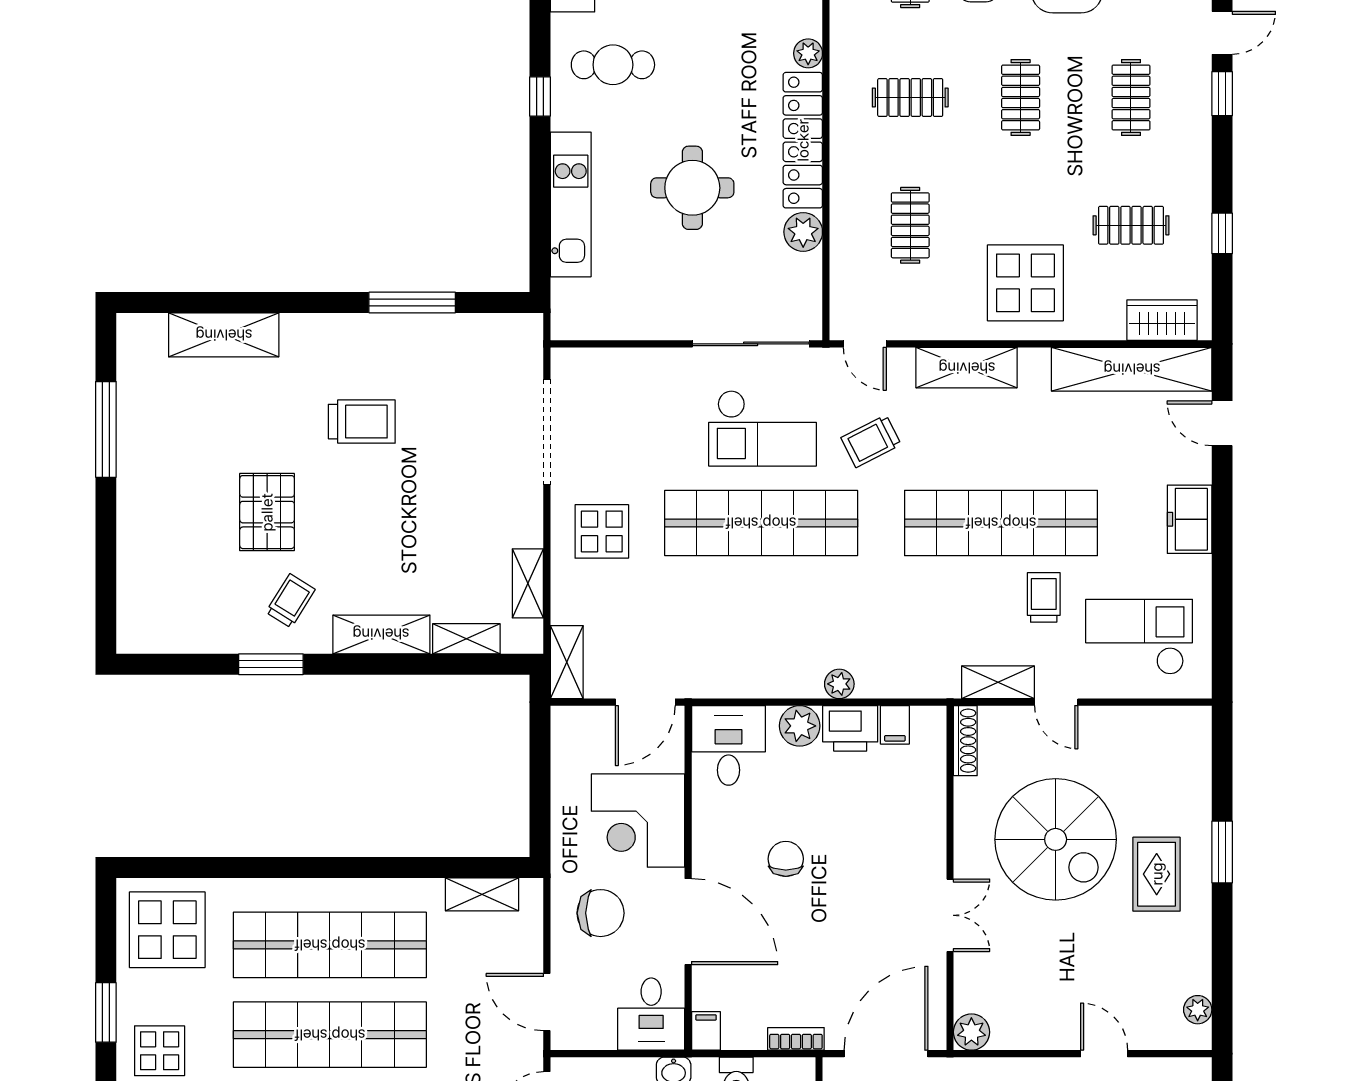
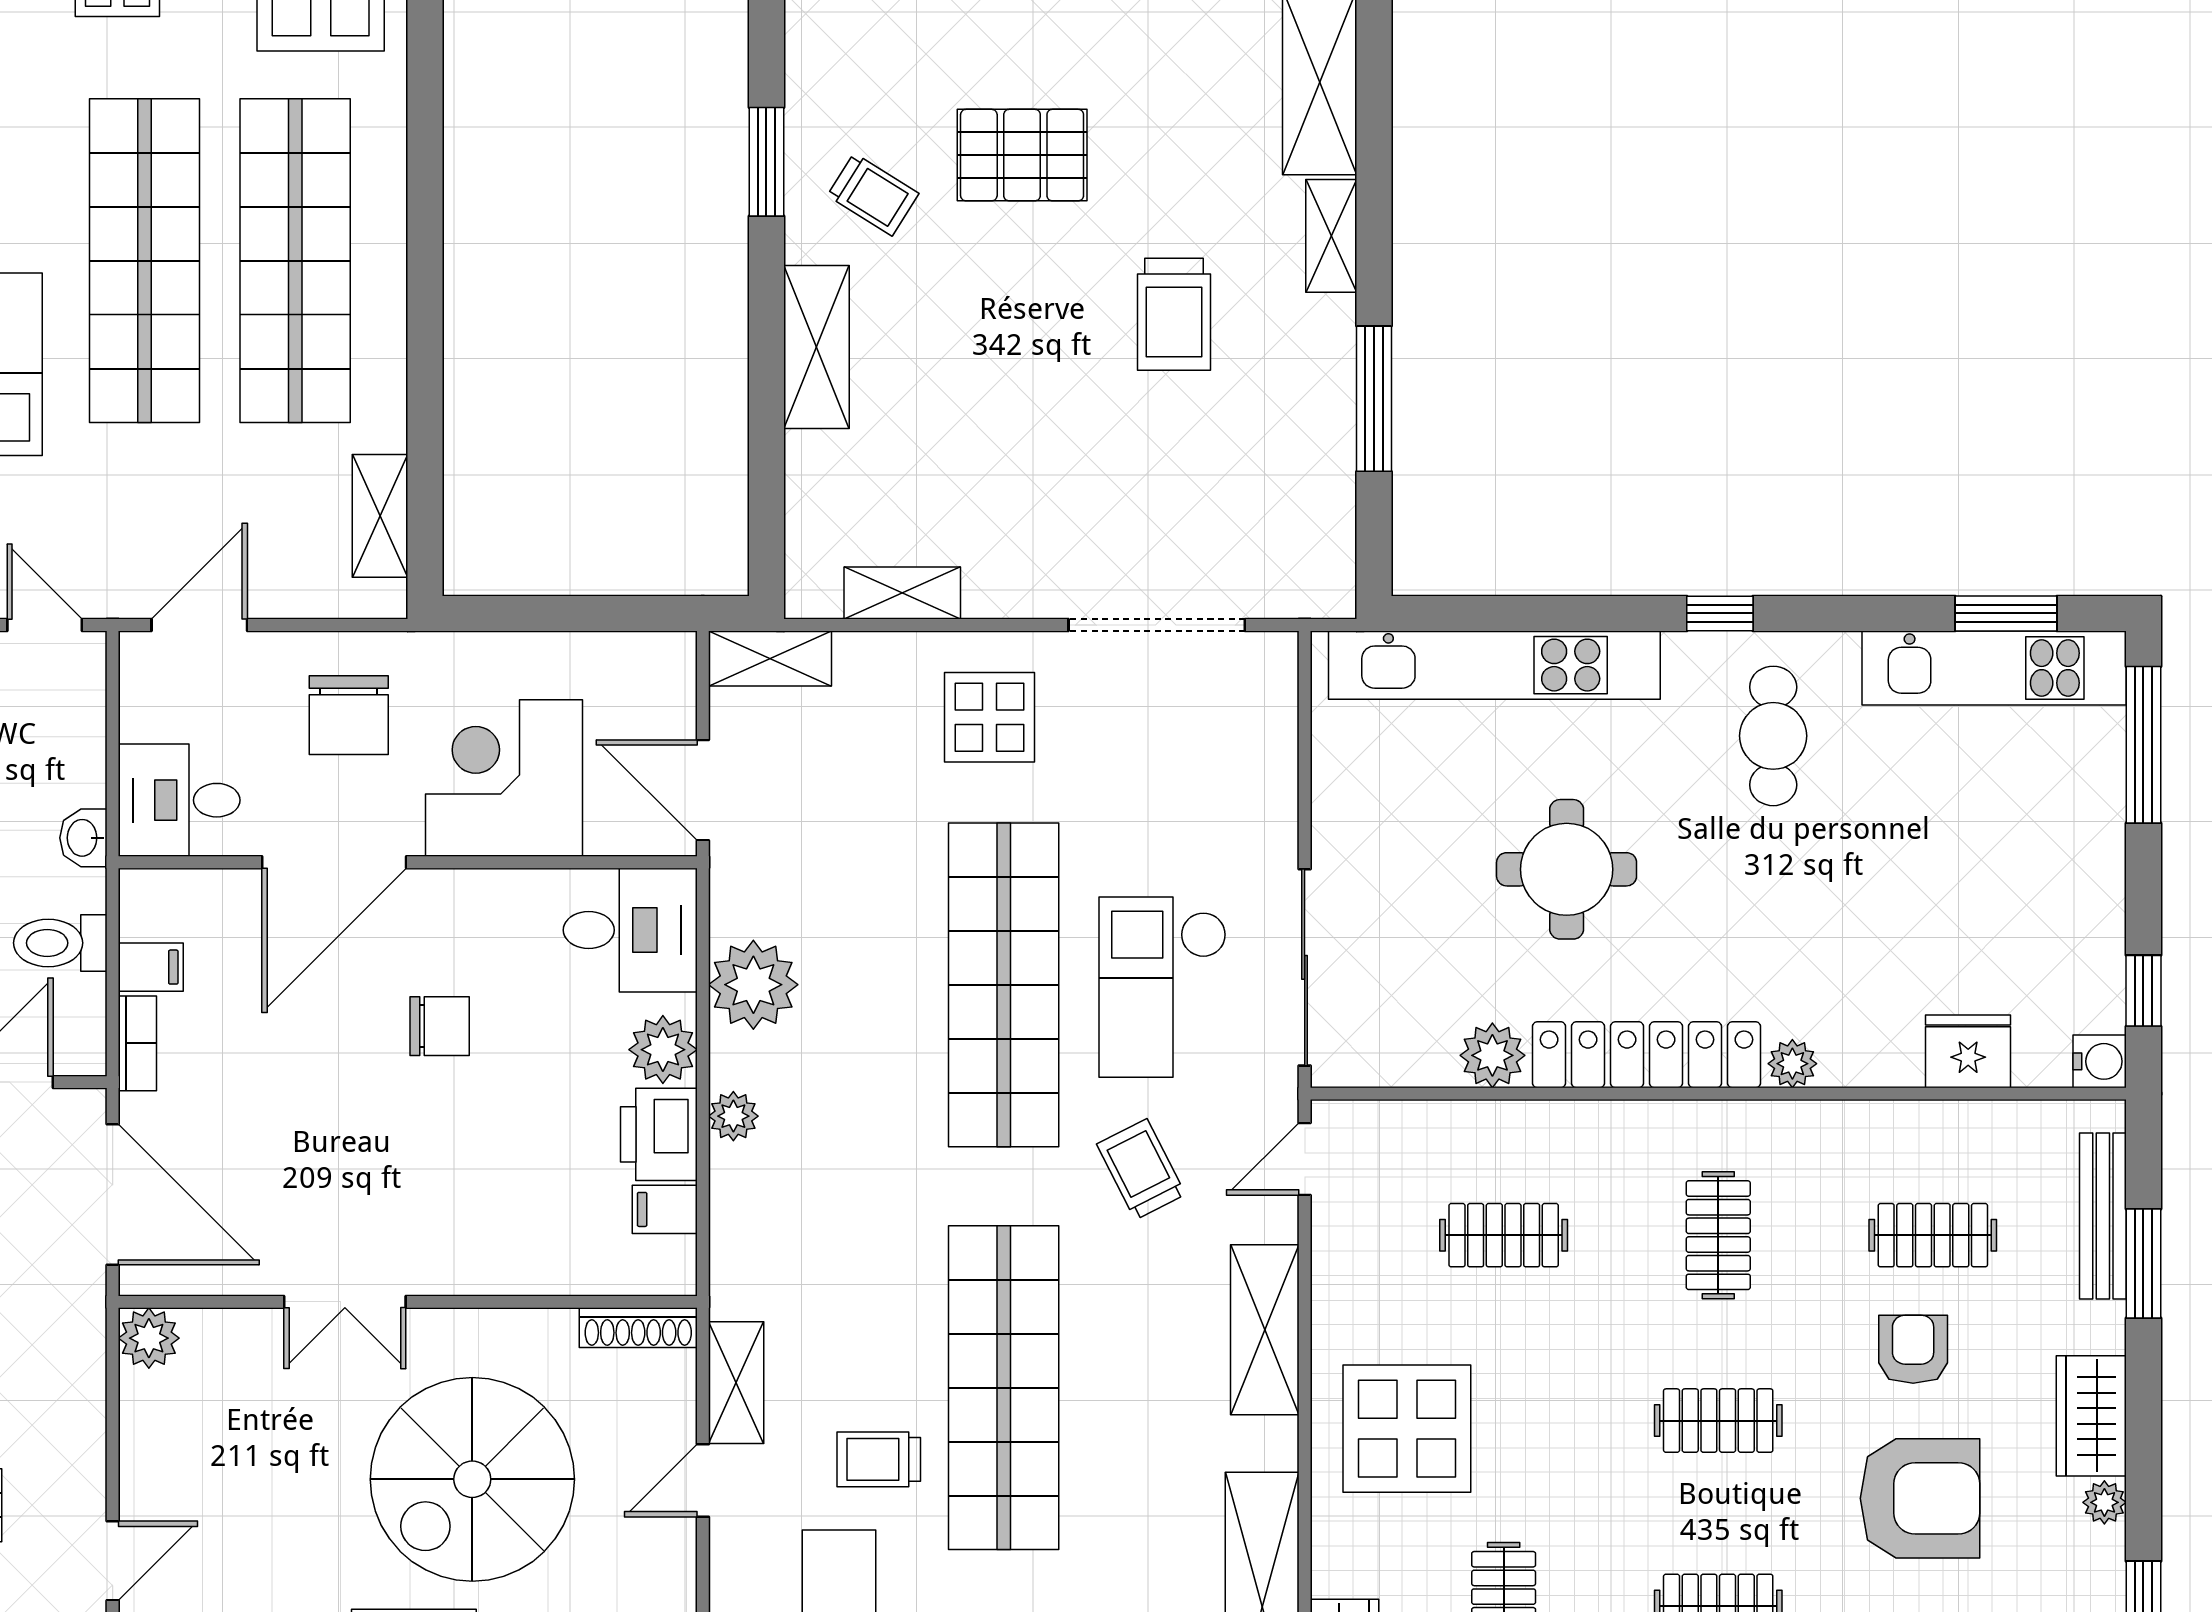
kitchen unit: (571, 204) -> (1494, 665), width x1.36
trolley: (1044, 597) -> (879, 1459), turned 180
shelving: (466, 639) -> (1331, 236), moved
plant: (761, 672) -> (753, 985), added
filing cabinet: (706, 1031) -> (151, 967), moved

